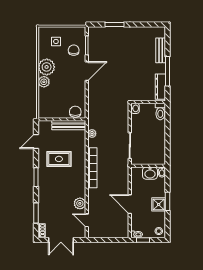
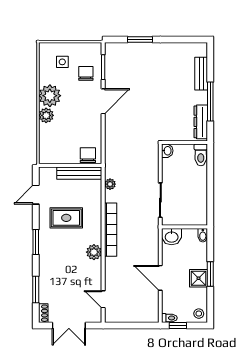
washbasin: (150, 173) -> (172, 237), moved
plant: (80, 203) -> (94, 252), moved

